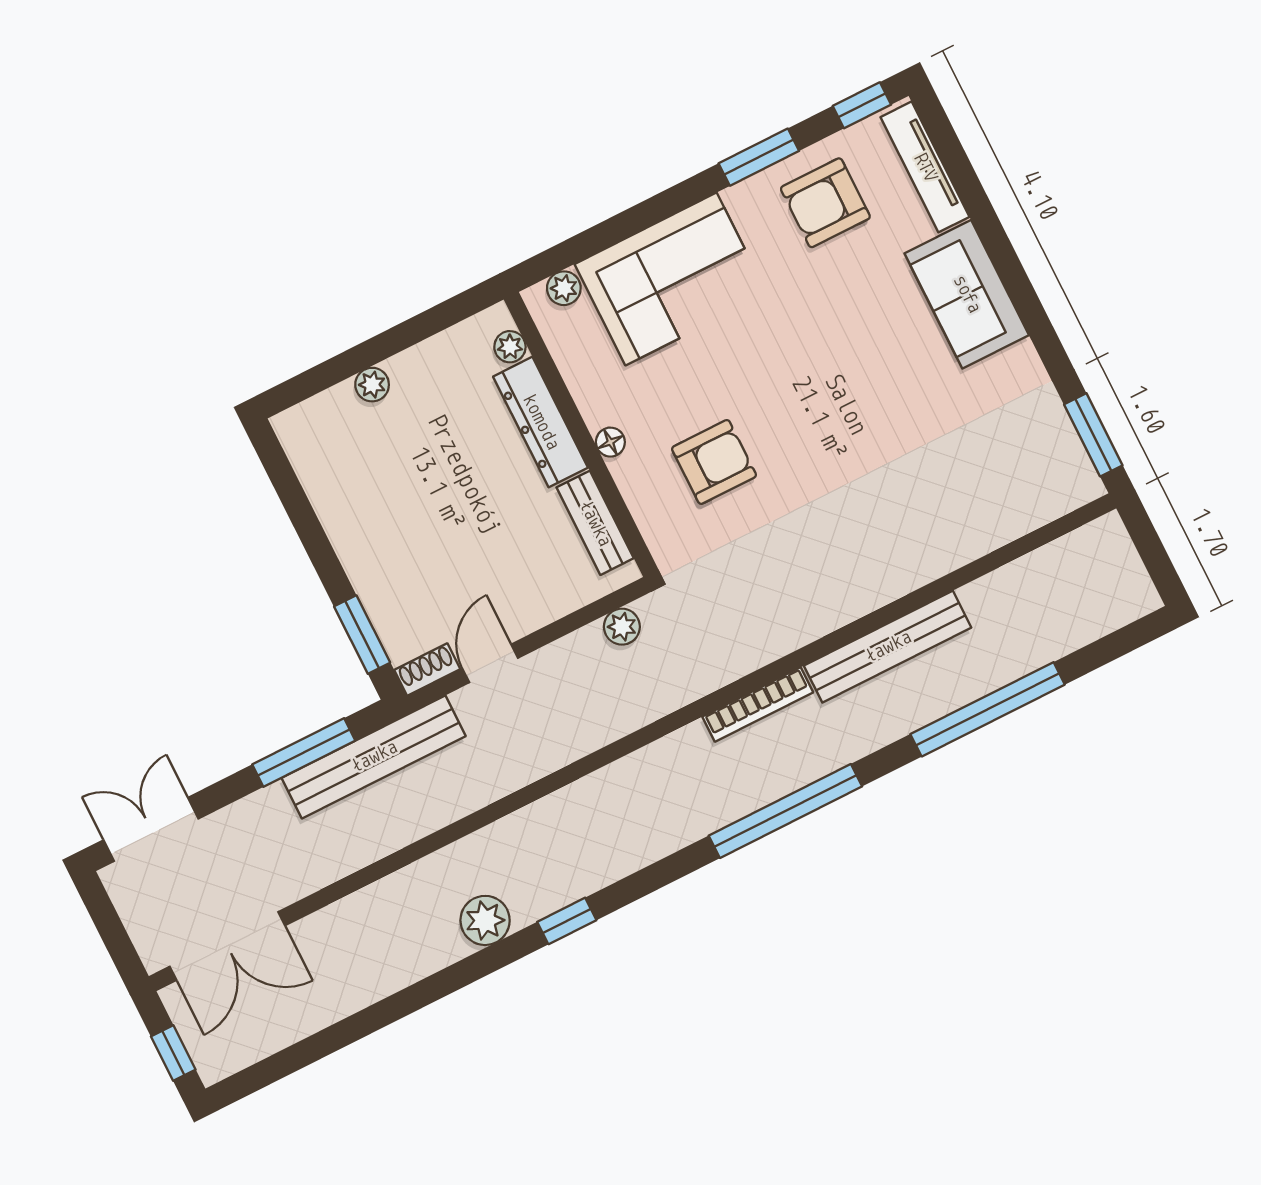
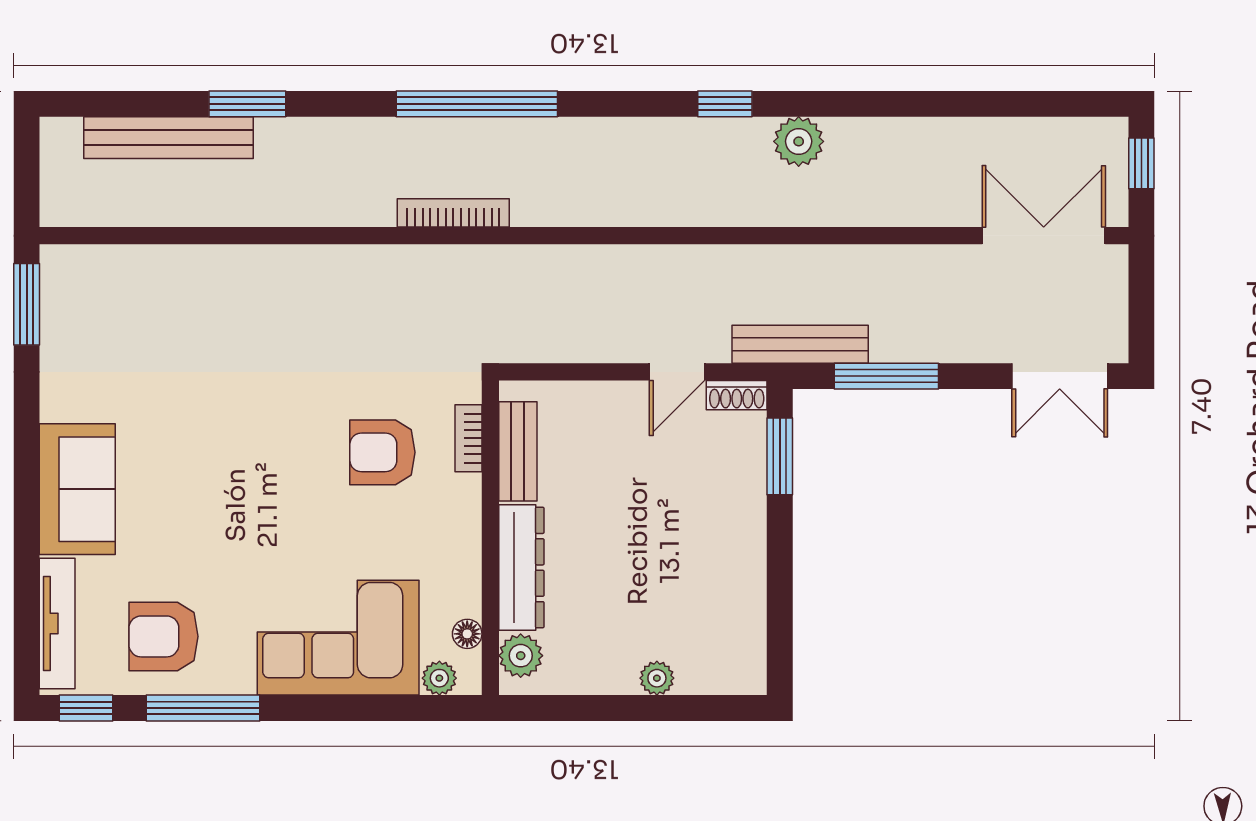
window: (759, 157) -> (203, 708), width x1.44
armchair: (825, 203) -> (164, 636), turned 180
plant: (510, 347) -> (521, 656), width x1.38, depth x1.38
floor lamp: (610, 442) -> (467, 634), moved
bookcase: (644, 512) -> (468, 438), added
plant: (622, 627) -> (541, 345), removed
bench: (888, 647) -> (168, 138), moved
window: (988, 709) -> (247, 104), width x0.47
bench: (374, 757) -> (800, 344), width x0.73, depth x0.82

